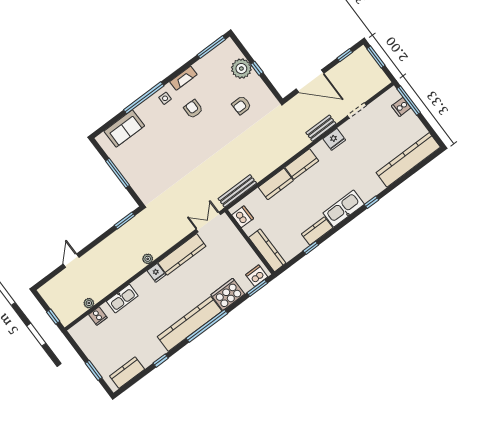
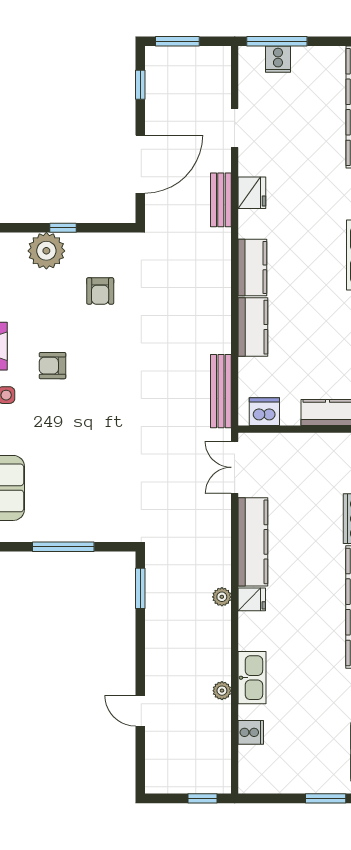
plant: (89, 303) -> (222, 691), moved

